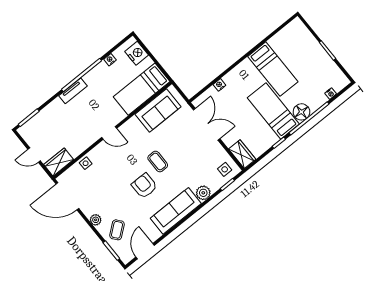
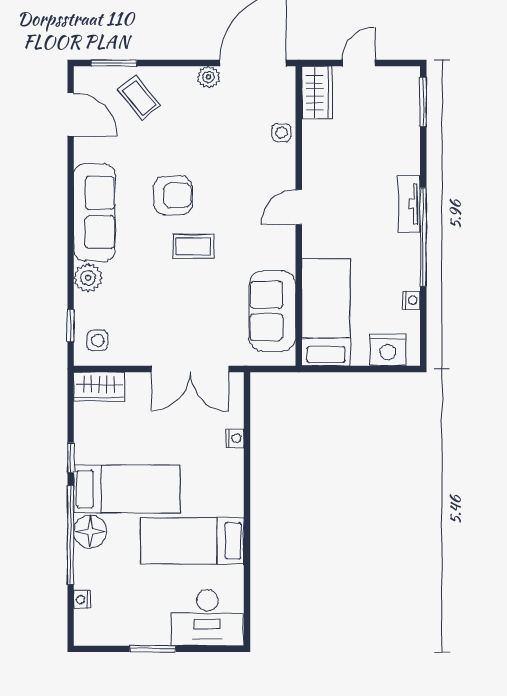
desk: (298, 39) -> (207, 618), added
plant: (96, 220) -> (208, 77), moved

